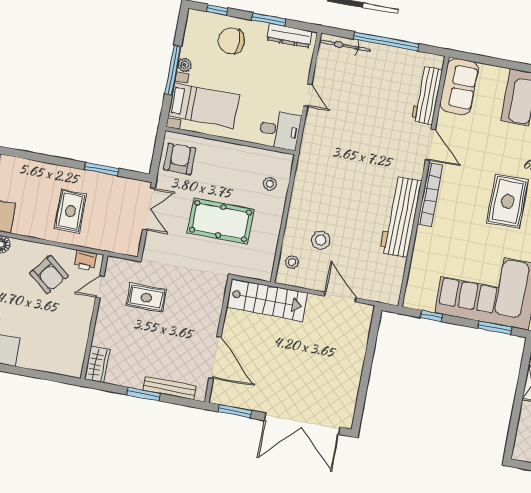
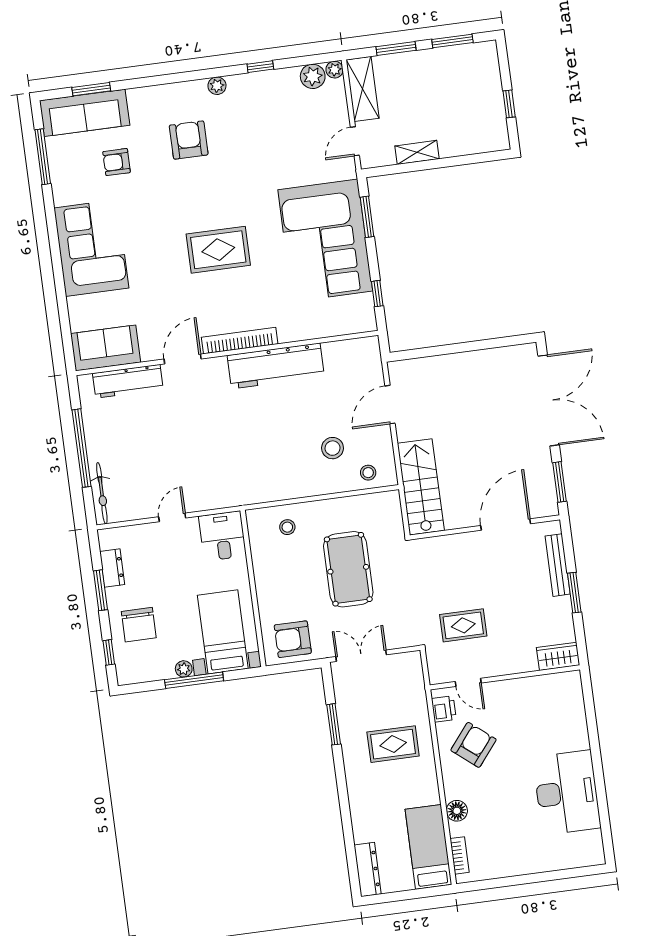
dresser: (290, 36) -> (112, 568), width x0.70
rug: (146, 298) -> (463, 625), turned 90

